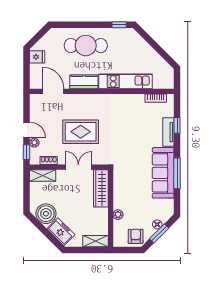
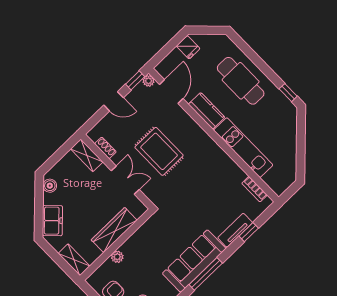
door: (27, 130) -> (114, 101), hinge flipped
plant: (34, 143) -> (149, 81), moved
window: (27, 152) -> (135, 80), moved
wardrobe: (101, 188) -> (114, 230), moved
boiler: (46, 214) -> (50, 186), width x0.54, depth x0.54

